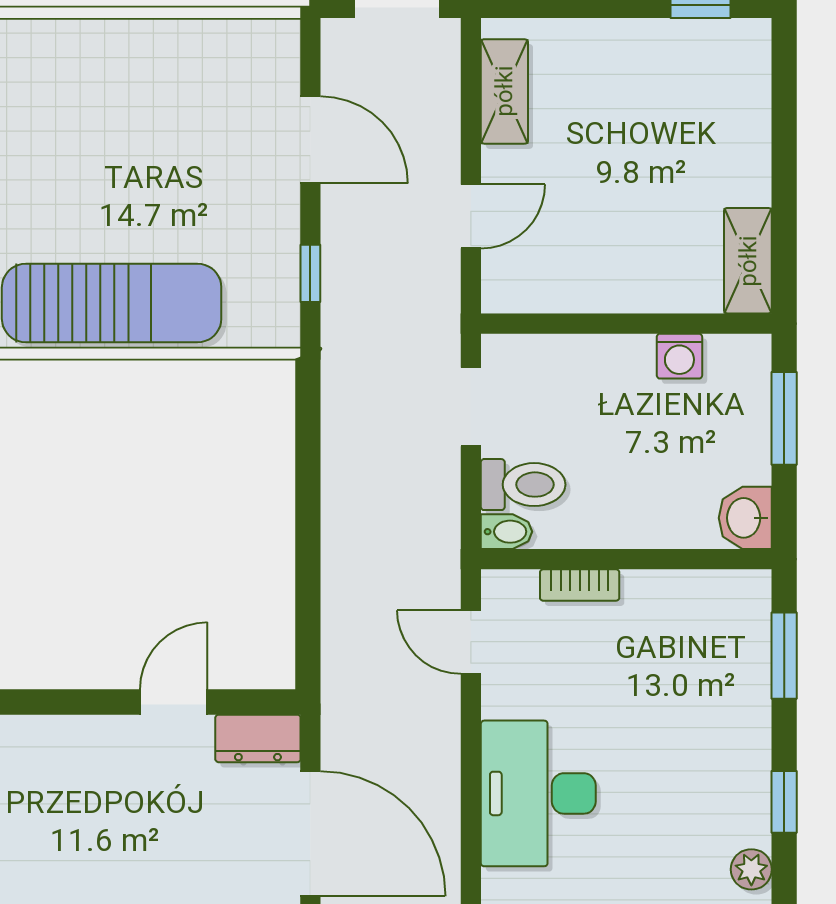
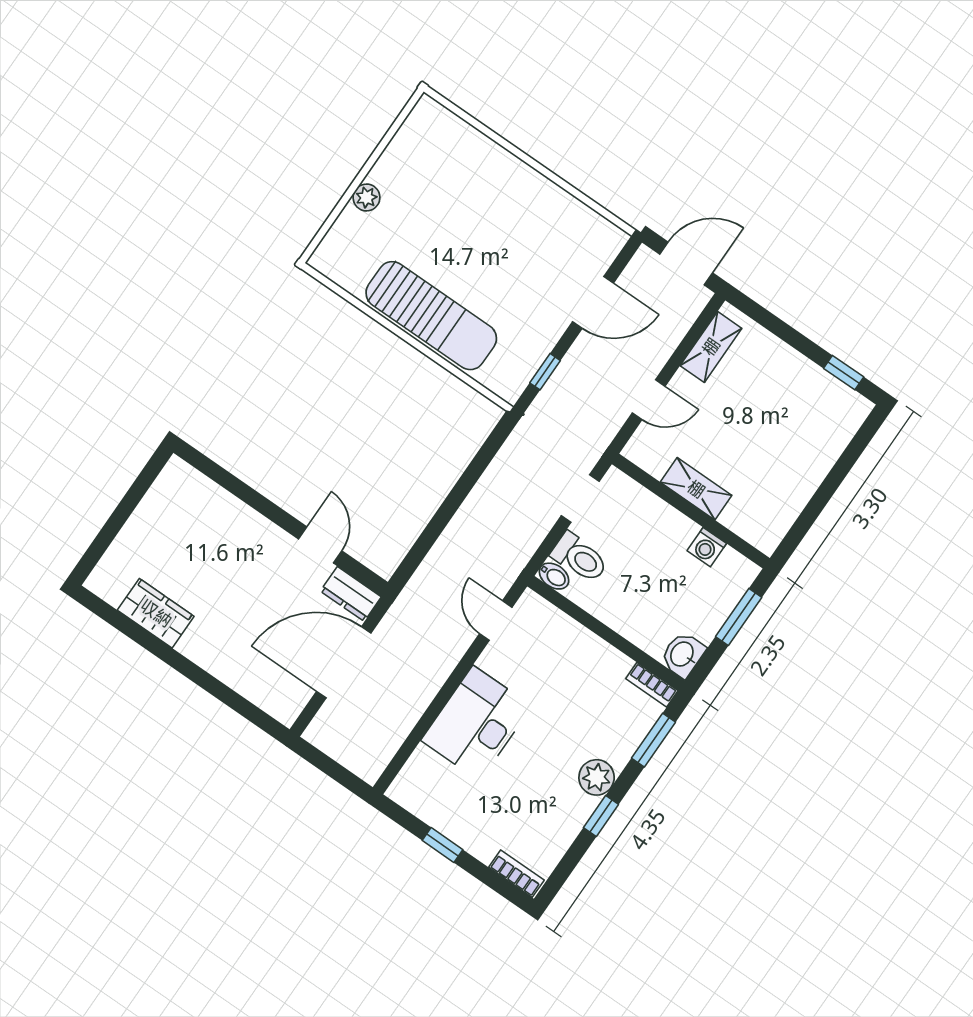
door: (310, 140) -> (593, 302), hinge flipped
shelving: (748, 261) -> (696, 489), moved, turned 90
bookcase: (580, 585) -> (652, 685), moved
door: (174, 702) -> (320, 545), hinge flipped
door: (310, 834) -> (344, 662), swing flipped
plant: (751, 869) -> (597, 777), moved, width x1.38, depth x1.38

